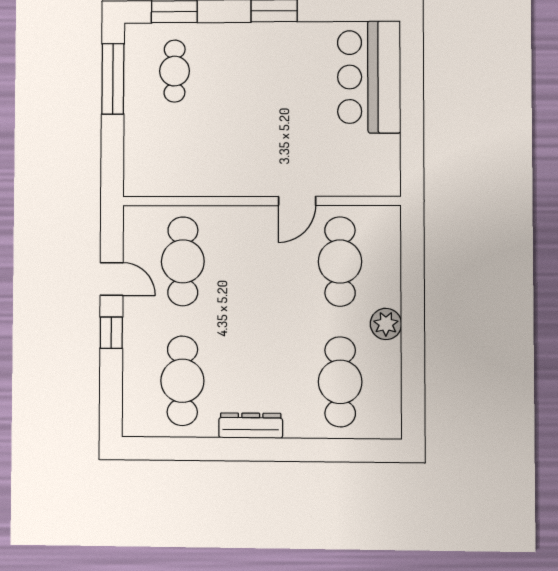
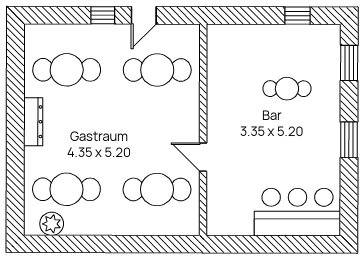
cafe table: (175, 71) -> (287, 89), moved
window: (113, 79) -> (298, 16), width x0.46
plant: (386, 324) -> (52, 224), moved

